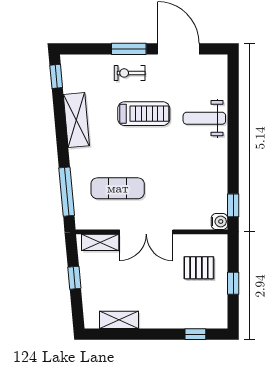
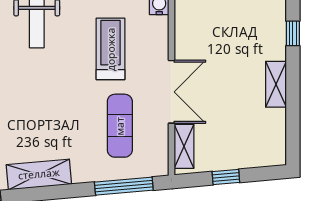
treadmill: (144, 114) -> (111, 49), moved
pallet: (199, 268) -> (214, 29), removed
shelving: (119, 320) -> (276, 84), moved

